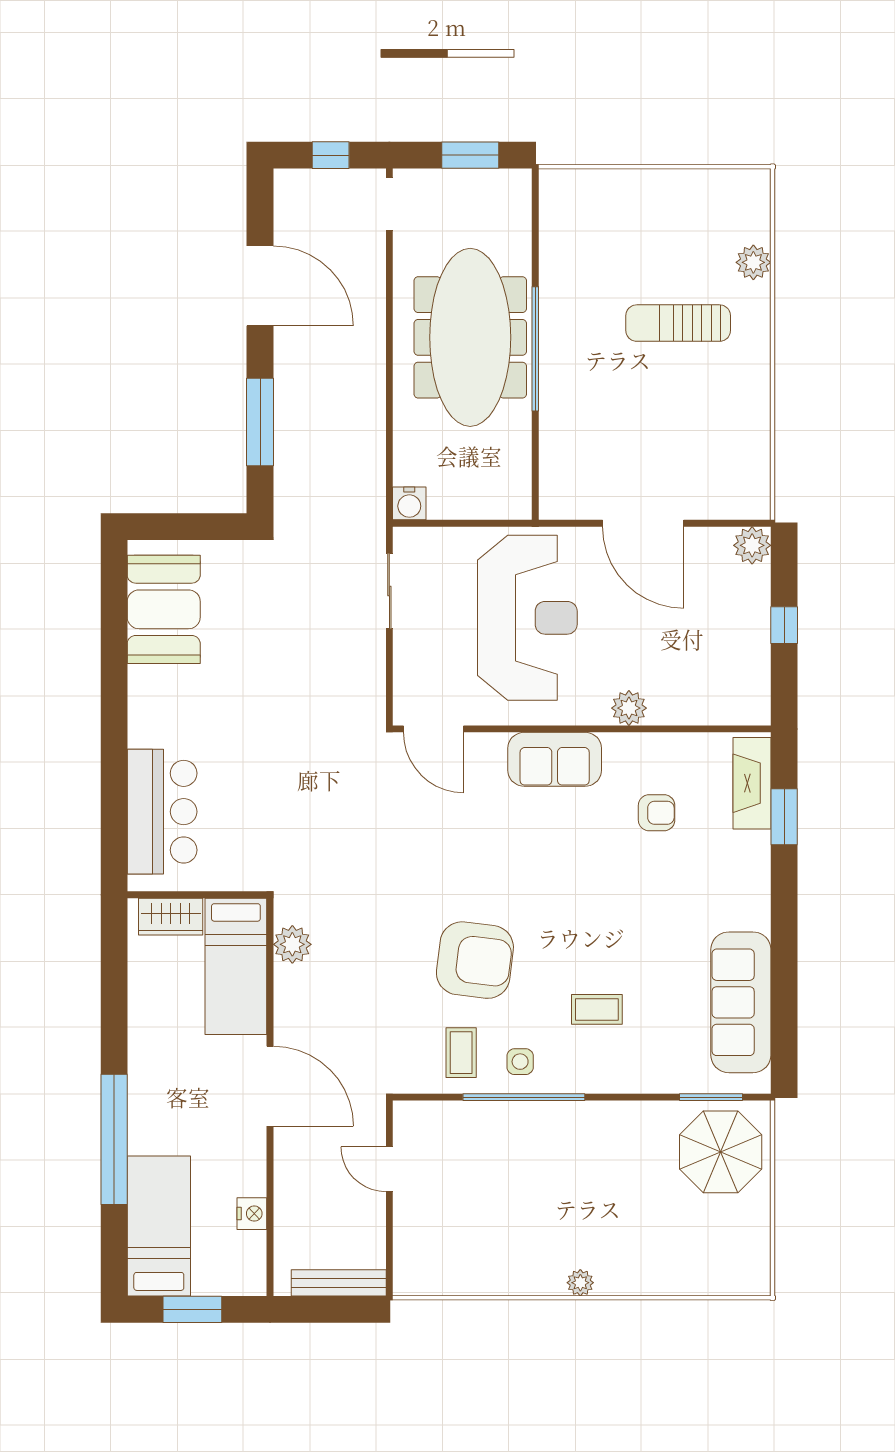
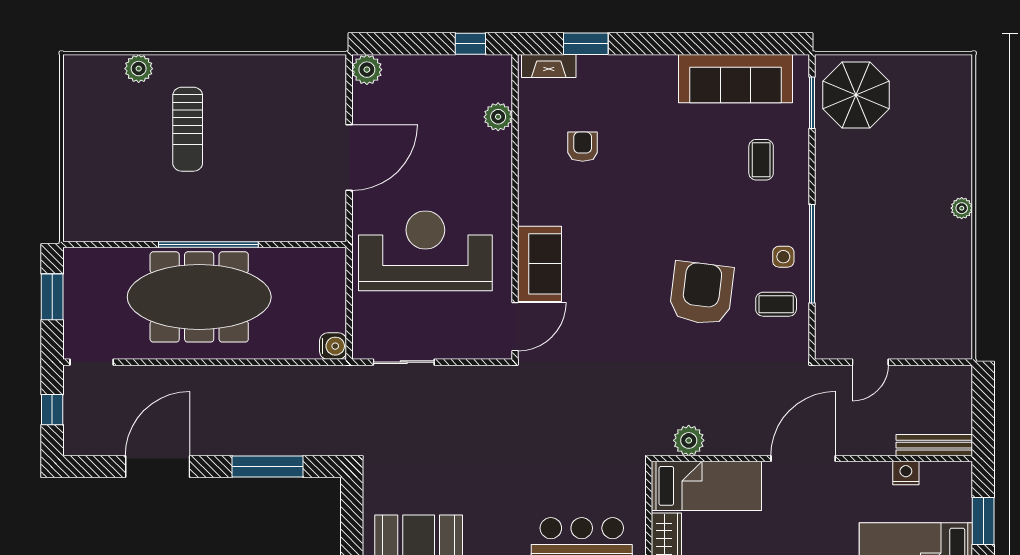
window: (784, 625) -> (470, 44), moved
plant: (629, 708) -> (498, 117), moved
sofa: (555, 759) -> (539, 264), moved
fireplace: (752, 783) -> (549, 66), width x0.73, depth x0.76
coffee table: (597, 1009) -> (761, 160), moved
bench: (339, 1283) -> (934, 445), moved, turned 90

